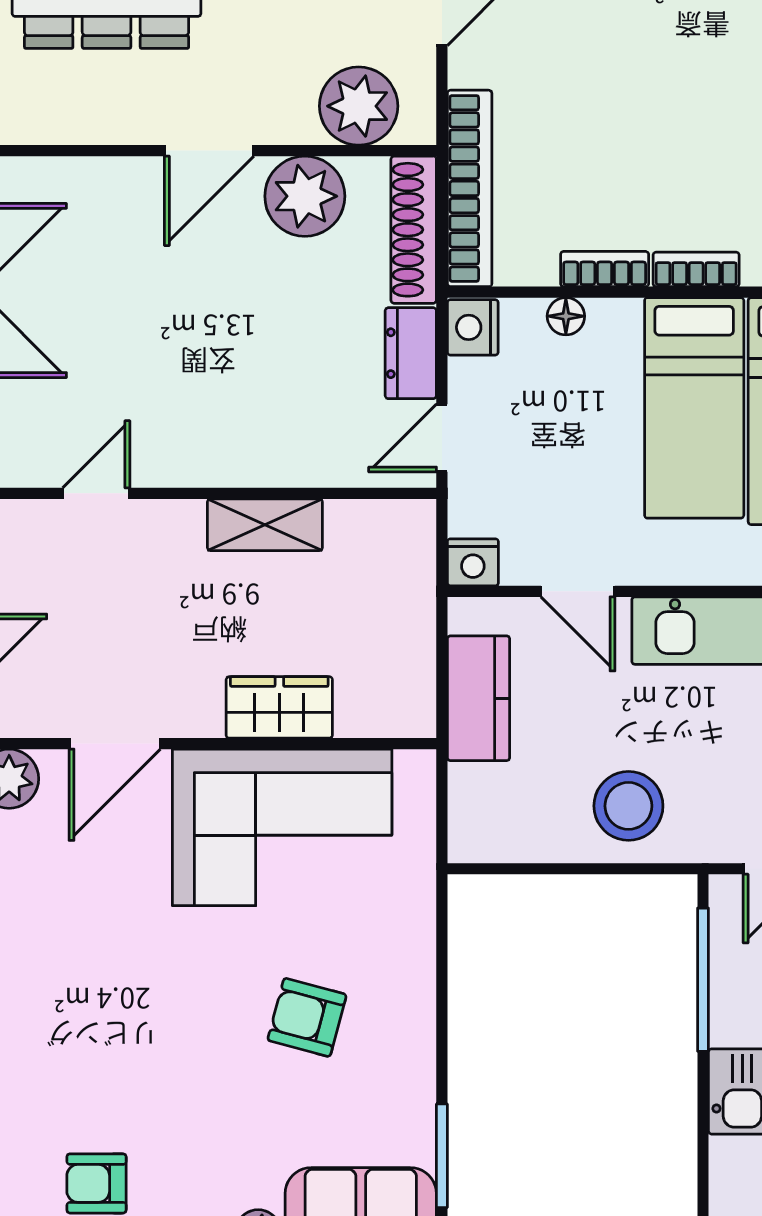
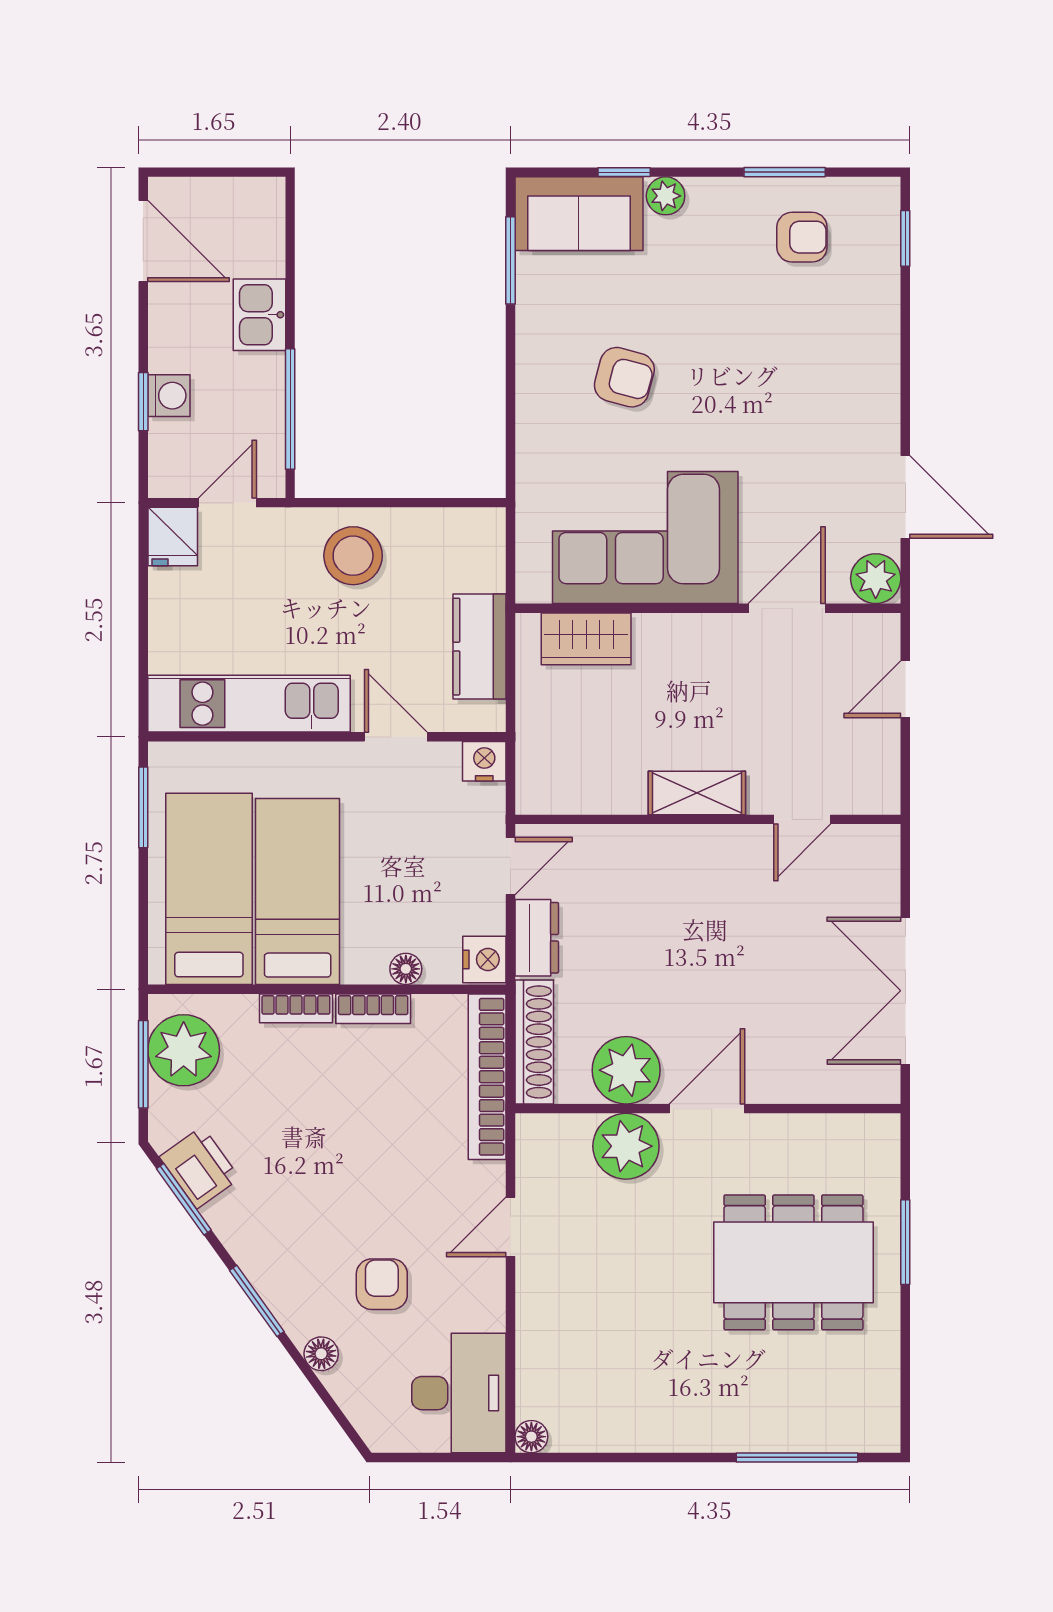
plant: (359, 106) -> (626, 1146), moved
shelving: (265, 525) -> (697, 793), moved
wardrobe: (279, 707) -> (586, 639), moved

